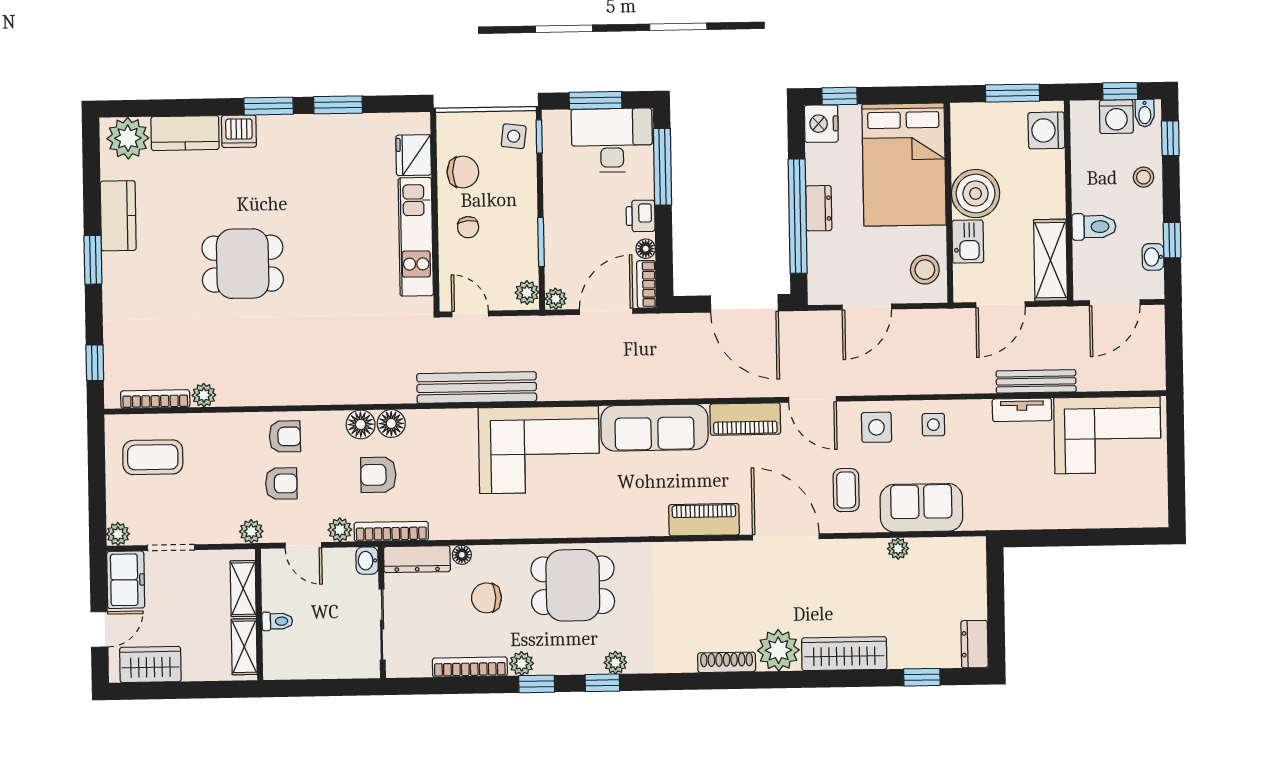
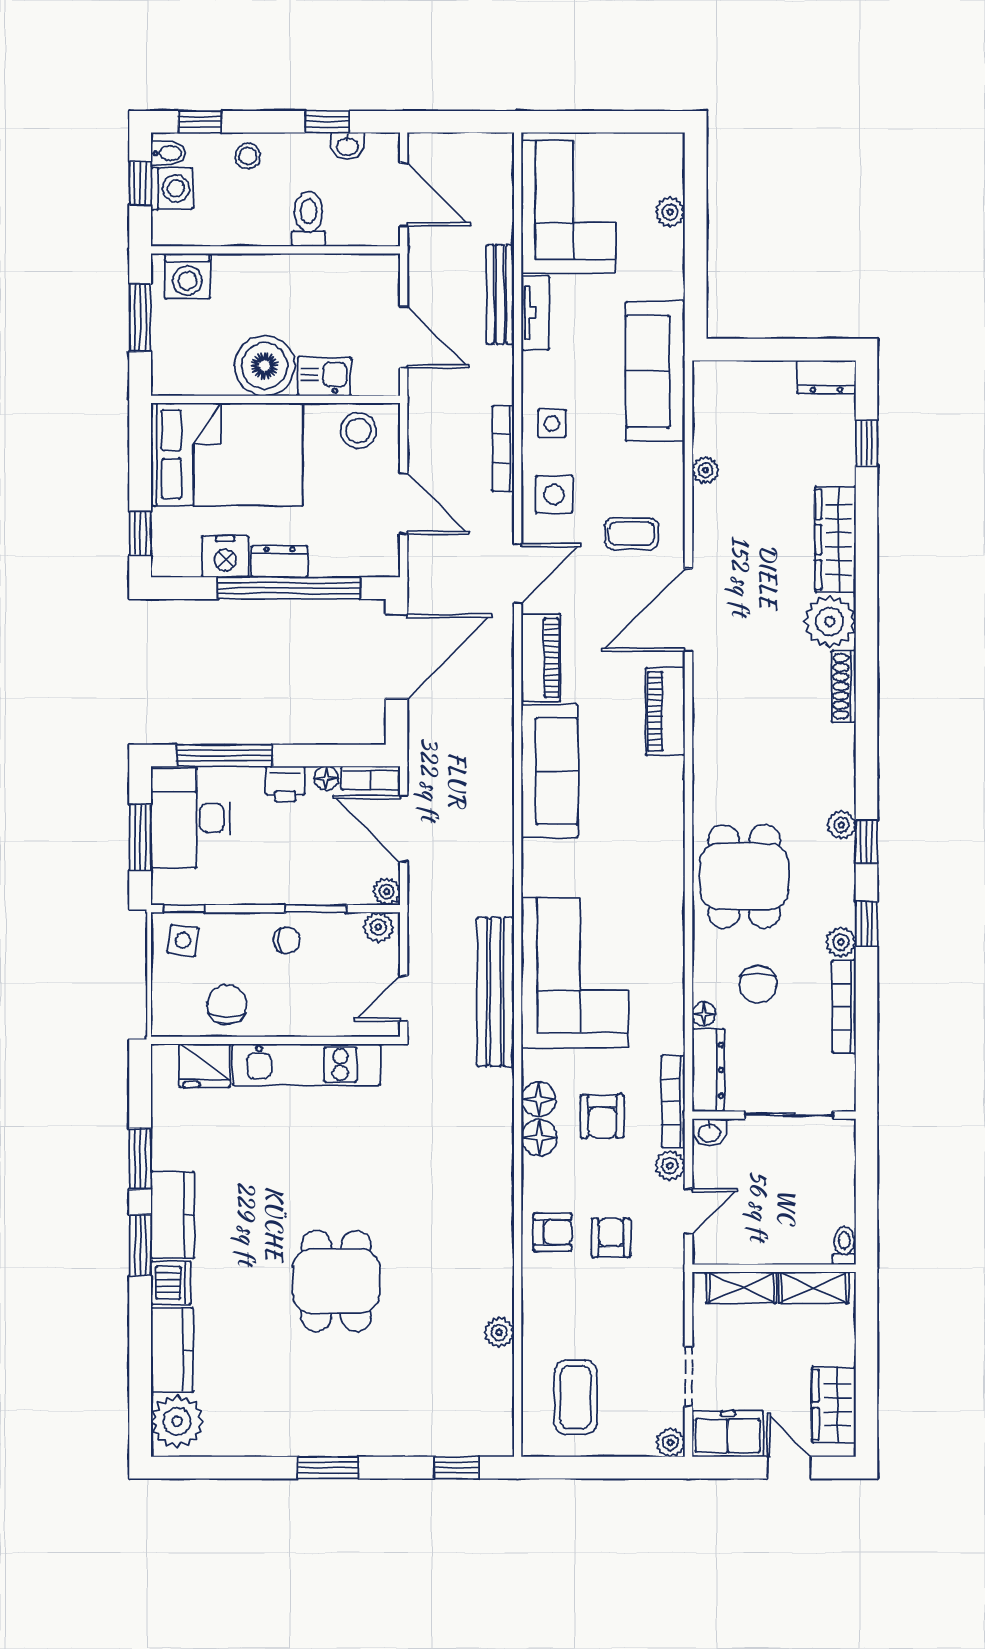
nightstand: (821, 124) -> (225, 557), moved
kitchen counter: (118, 216) -> (173, 1215), moved, turned 90
chair: (468, 227) -> (287, 940), moved
shelving: (1050, 260) -> (349, 274), removed
bookcase: (155, 399) -> (503, 449), moved
armchair: (285, 436) -> (552, 1232), turned 90
corner sofa: (539, 450) -> (575, 973), moved
sofa: (921, 508) -> (655, 371), moved, width x1.36
plant: (251, 531) -> (670, 212), moved
toilet: (277, 621) -> (844, 1246), moved

